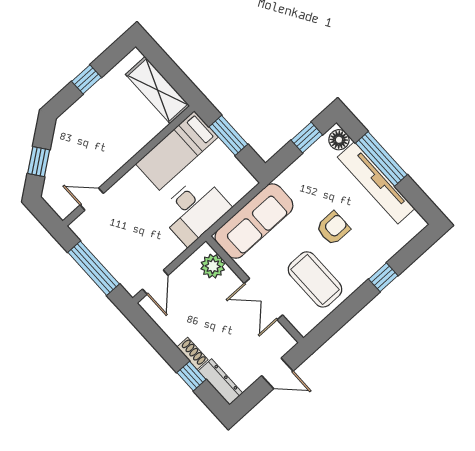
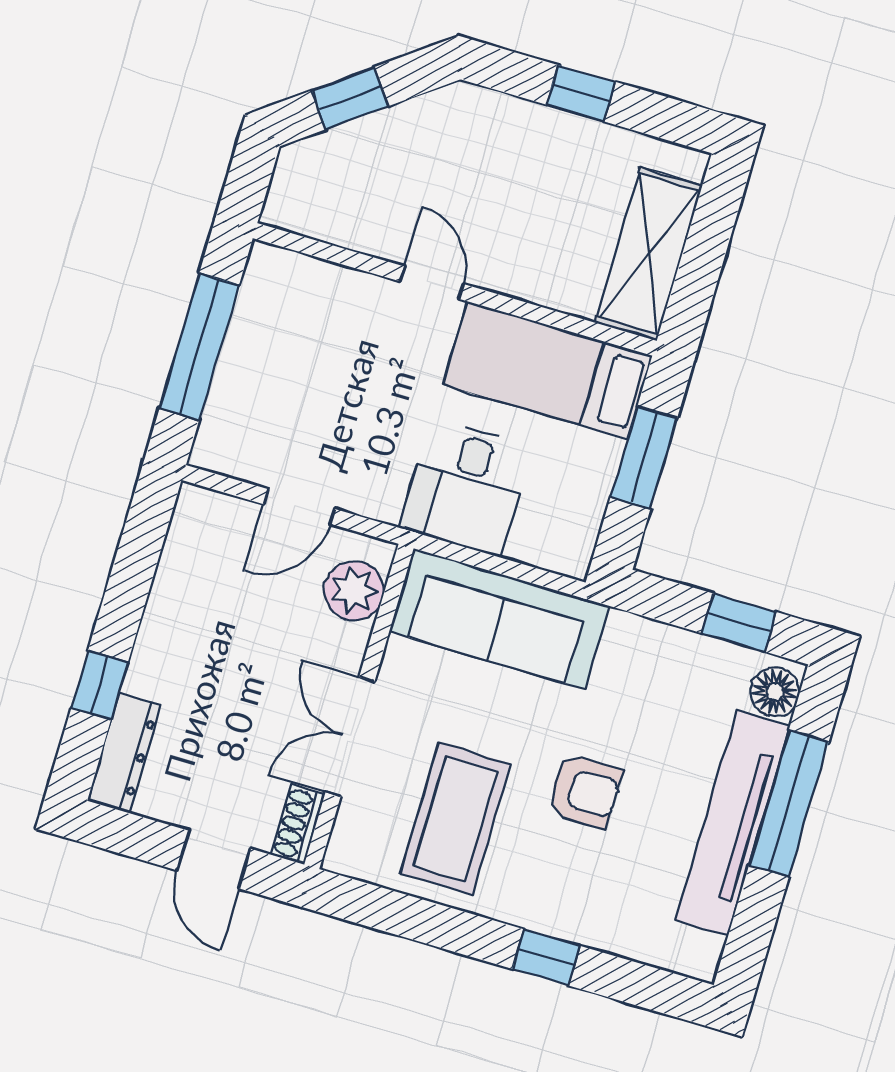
door: (92, 199) -> (432, 283), moved
desk: (194, 210) -> (466, 487), width x0.73
door: (155, 282) -> (299, 507), moved
shoe rack: (192, 353) -> (297, 824), moved, turned 180

